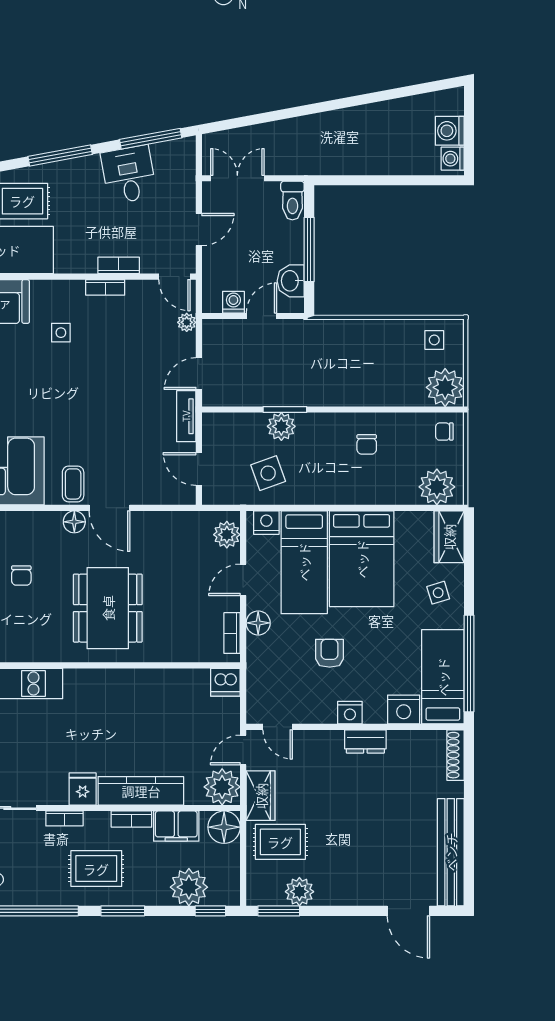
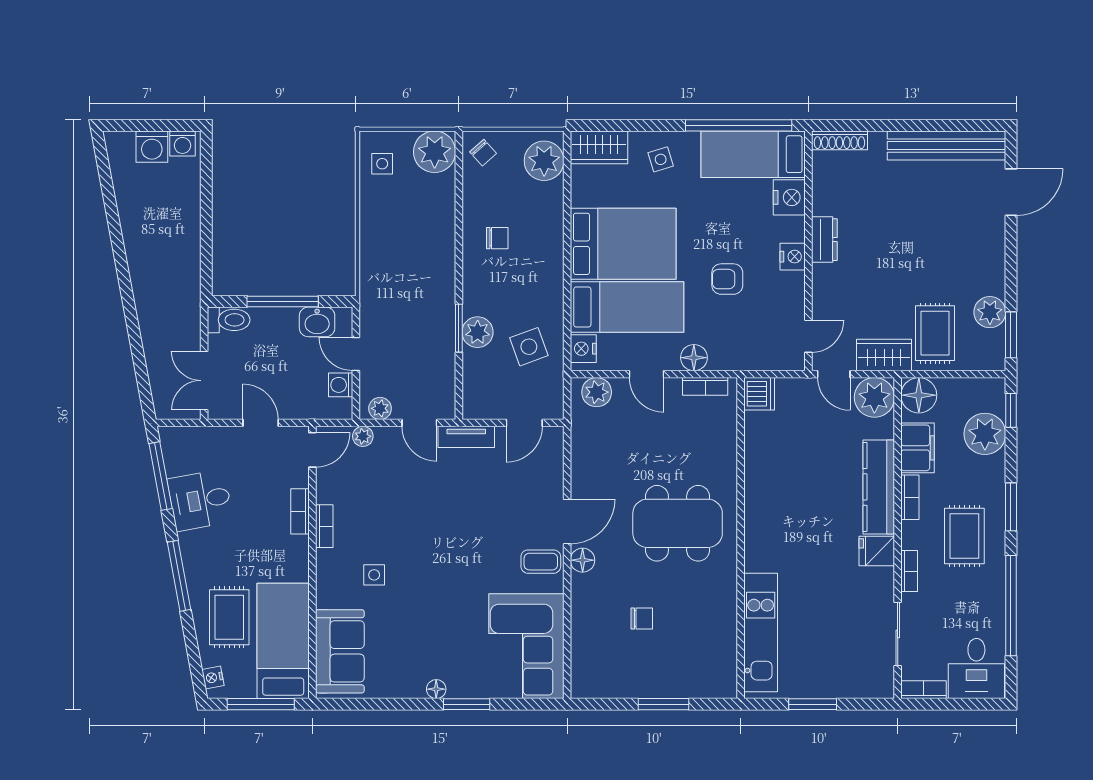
plant: (212, 338) -> (380, 408), added
chair: (444, 432) -> (483, 153), turned -42

